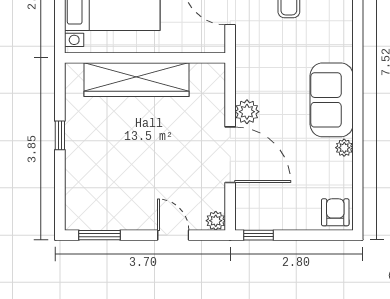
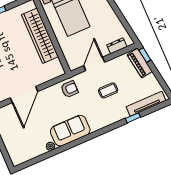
plant: (247, 112) -> (47, 94), removed
armchair: (335, 212) -> (69, 89), moved

